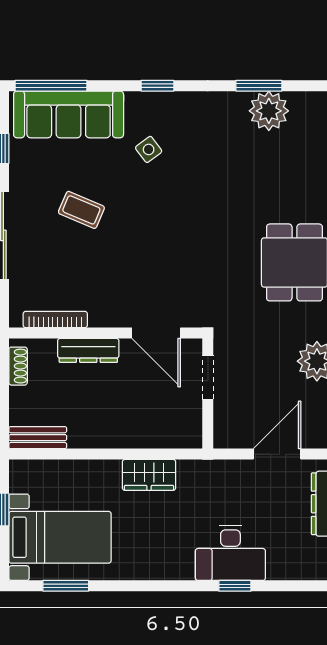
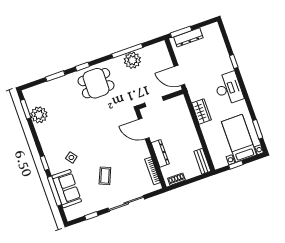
window: (51, 86) -> (54, 191), moved
window: (259, 86) -> (26, 109), moved
sofa: (69, 114) -> (67, 189), width x0.73
door: (156, 333) -> (144, 129), swing flipped
door: (277, 454) -> (179, 75), moved
desk: (230, 553) -> (228, 88), moved

